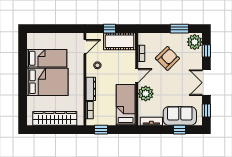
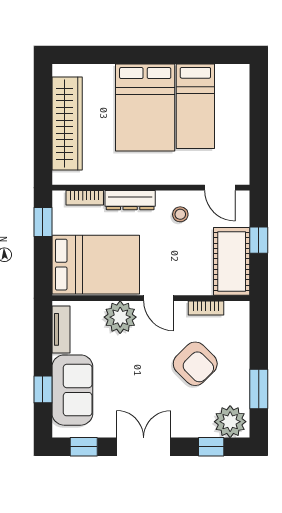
bed: (126, 105) -> (96, 265), width x1.50

